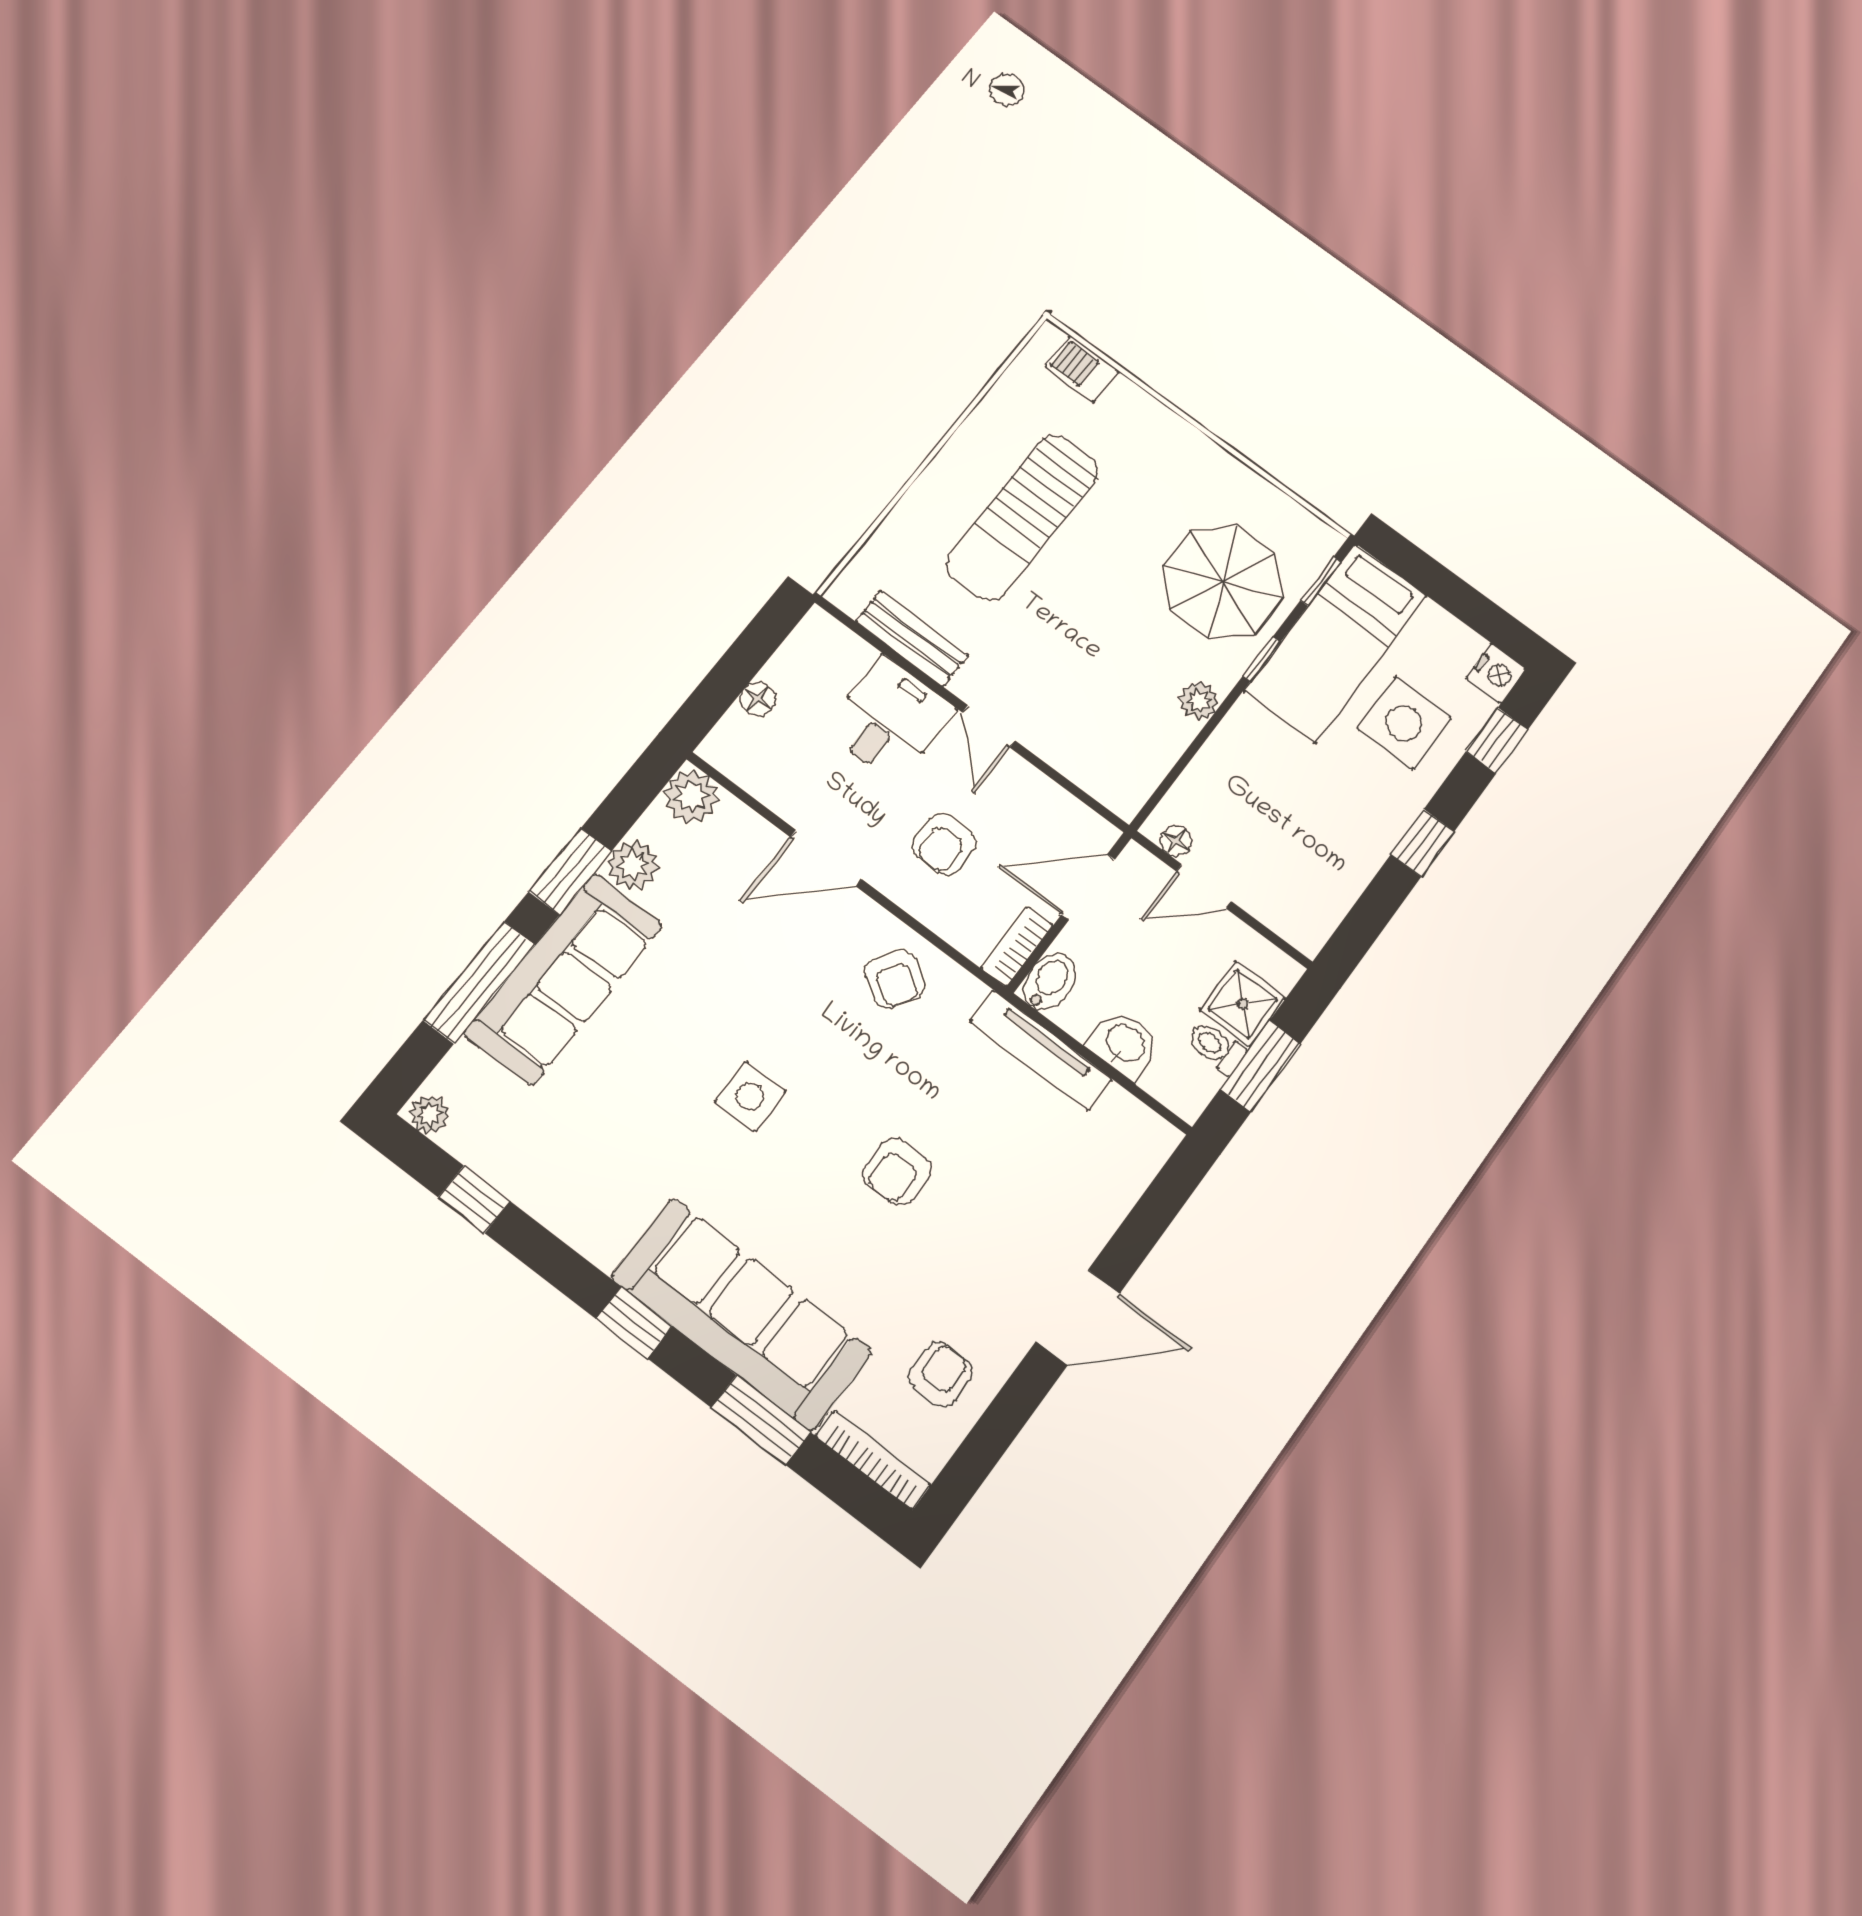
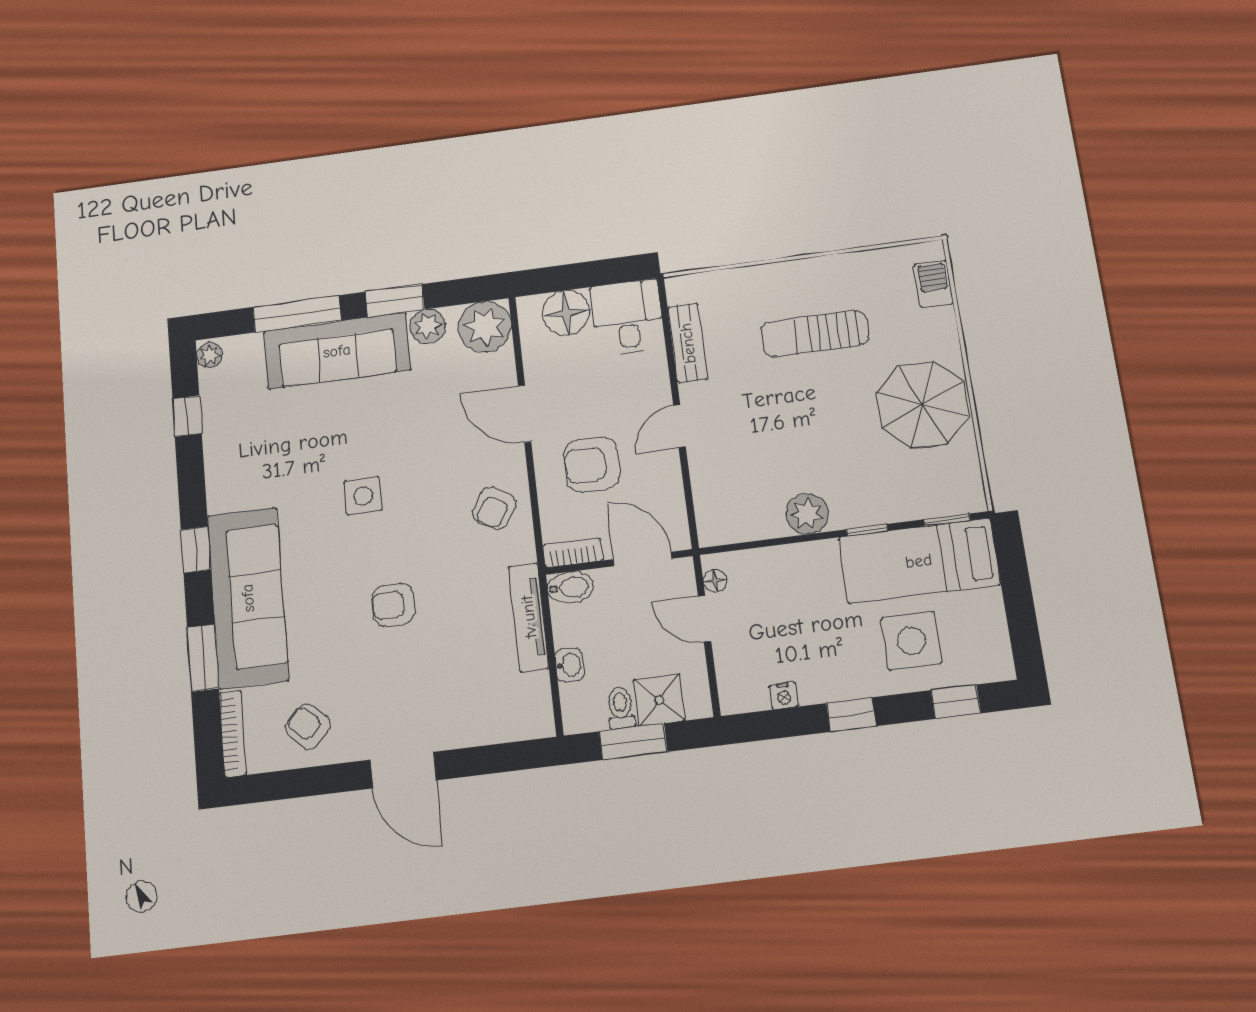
sun lounger: (1022, 518) -> (815, 334), width x0.73, depth x0.75
parasol: (1223, 582) -> (923, 405), moved
nightstand: (1496, 673) -> (784, 696), moved, width x0.72, depth x0.74
floor lamp: (758, 699) -> (566, 313), width x1.89, depth x1.89
plant: (1199, 701) -> (807, 514), width x1.38, depth x1.38
desk: (889, 719) -> (627, 317), moved, turned -90
plant: (691, 797) -> (485, 327), width x1.36, depth x1.36
armchair: (944, 844) -> (592, 464), width x1.38, depth x1.38
washbasin: (1125, 1044) -> (569, 665), width x0.72, depth x0.69
armchair: (940, 1374) -> (308, 726), turned -137

